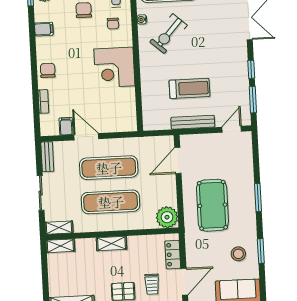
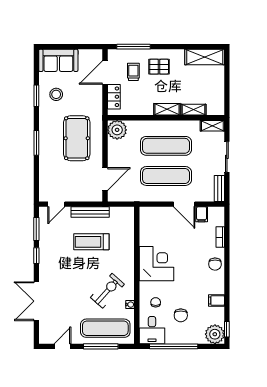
shelving: (60, 246) -> (193, 110), moved

